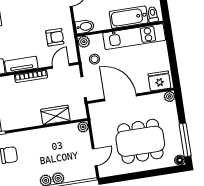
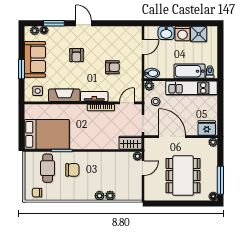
armchair: (55, 37) -> (112, 67), moved
wardrobe: (55, 115) -> (130, 143), moved
dining table: (140, 141) -> (183, 176), turned 90
door: (95, 157) -> (143, 168), moved

